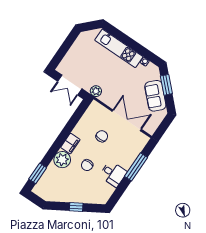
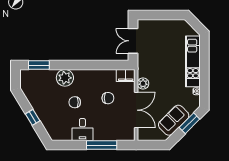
plant: (96, 91) -> (143, 84), moved
filing cabinet: (70, 144) -> (126, 75), moved

